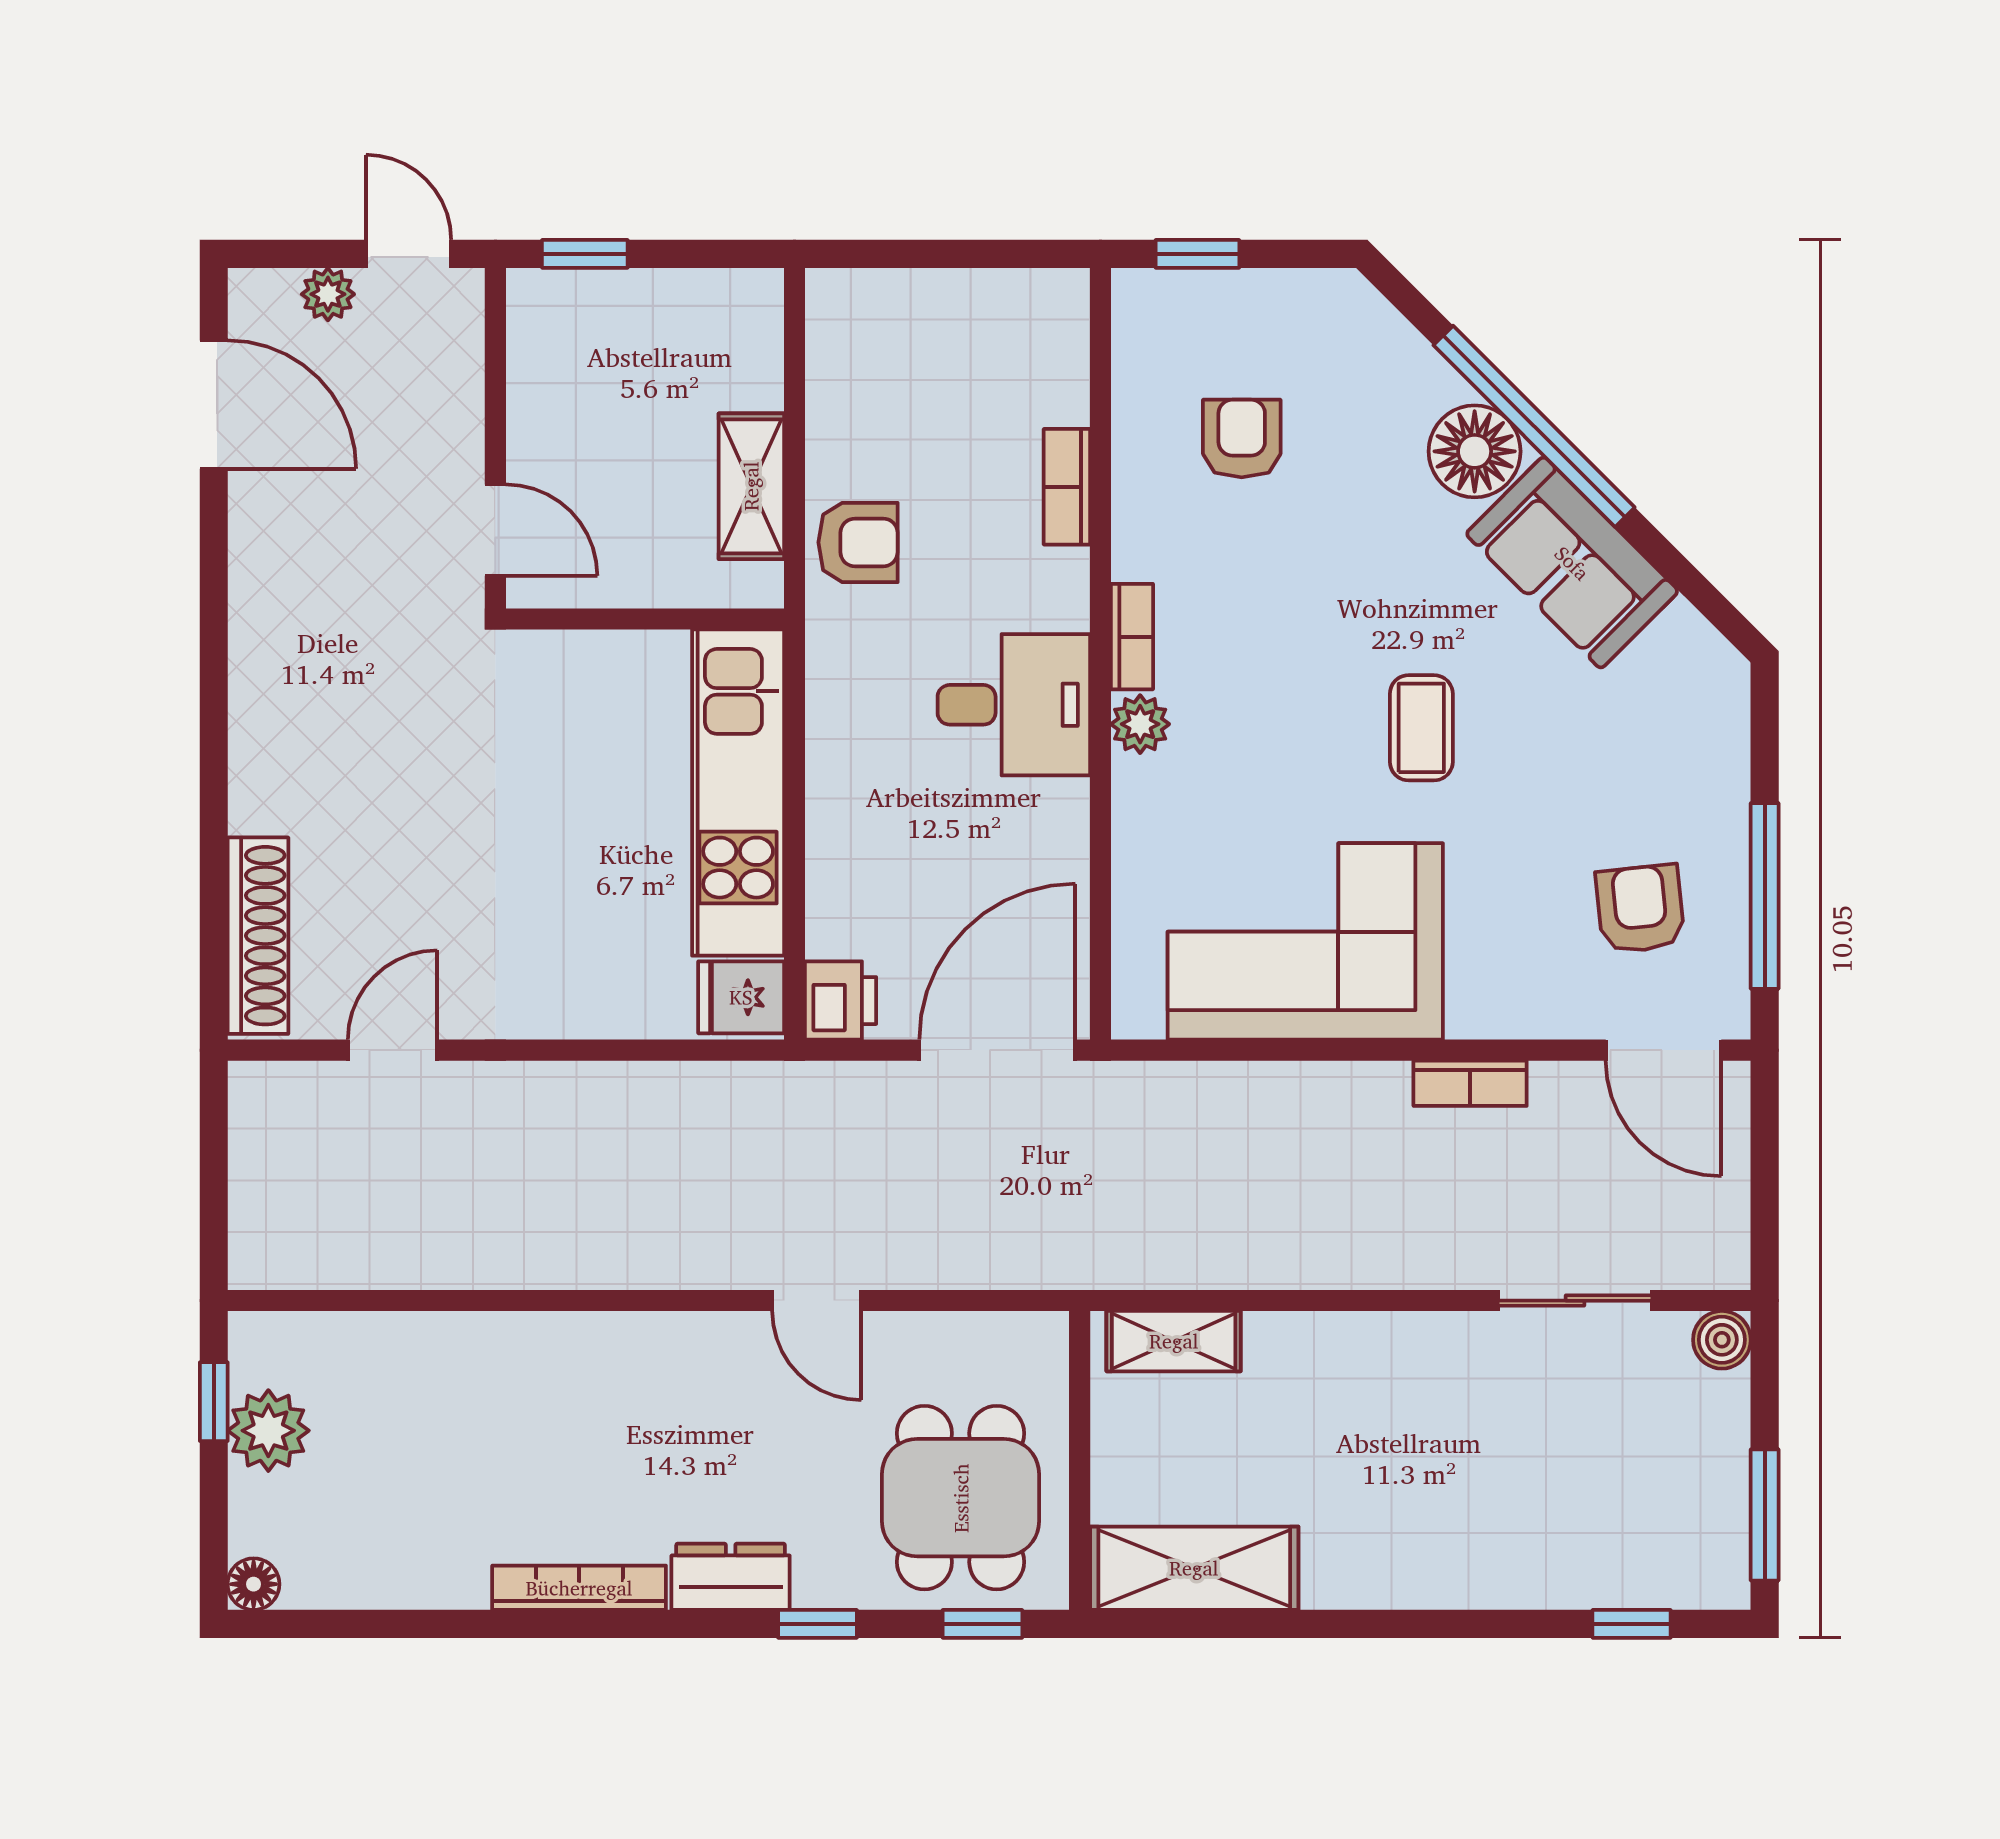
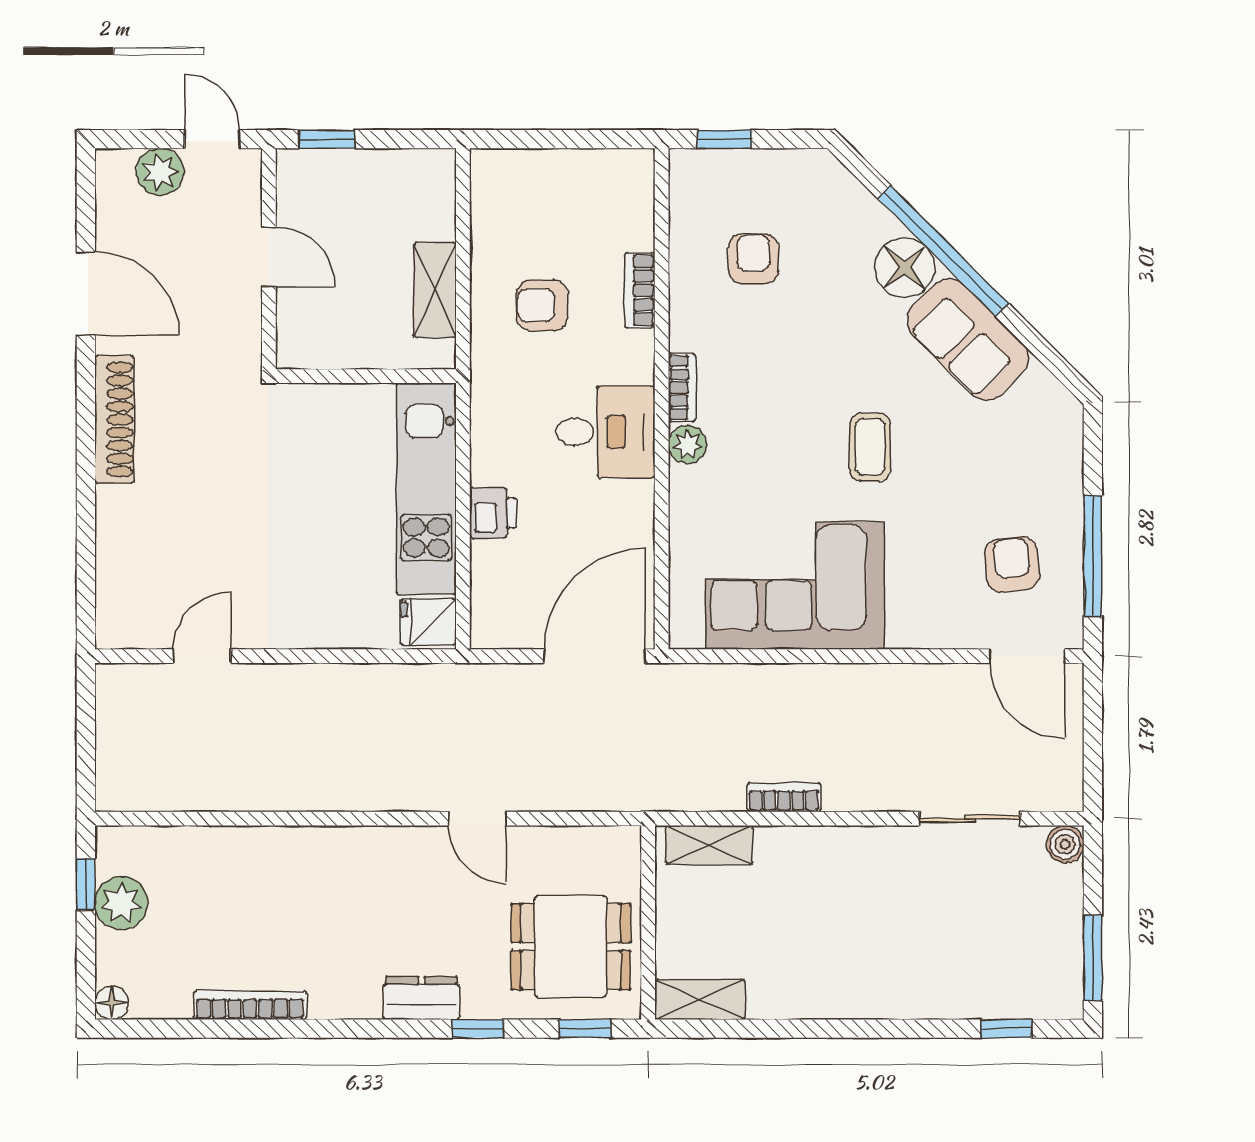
plant: (328, 294) -> (160, 172), width x1.38, depth x1.38
door: (214, 405) -> (86, 293), moved
door: (495, 530) -> (269, 257), moved
armchair: (858, 542) -> (542, 305), moved, turned 180
shoe rack: (258, 936) -> (115, 420), moved
printer: (841, 1001) -> (493, 513), moved
bookcase: (1470, 1083) -> (784, 797), moved, turned 180
dining table: (961, 1498) -> (571, 947), turned 90
shelving: (1194, 1568) -> (700, 999), width x0.67, depth x0.75
bookcase: (579, 1588) -> (250, 1005), moved

